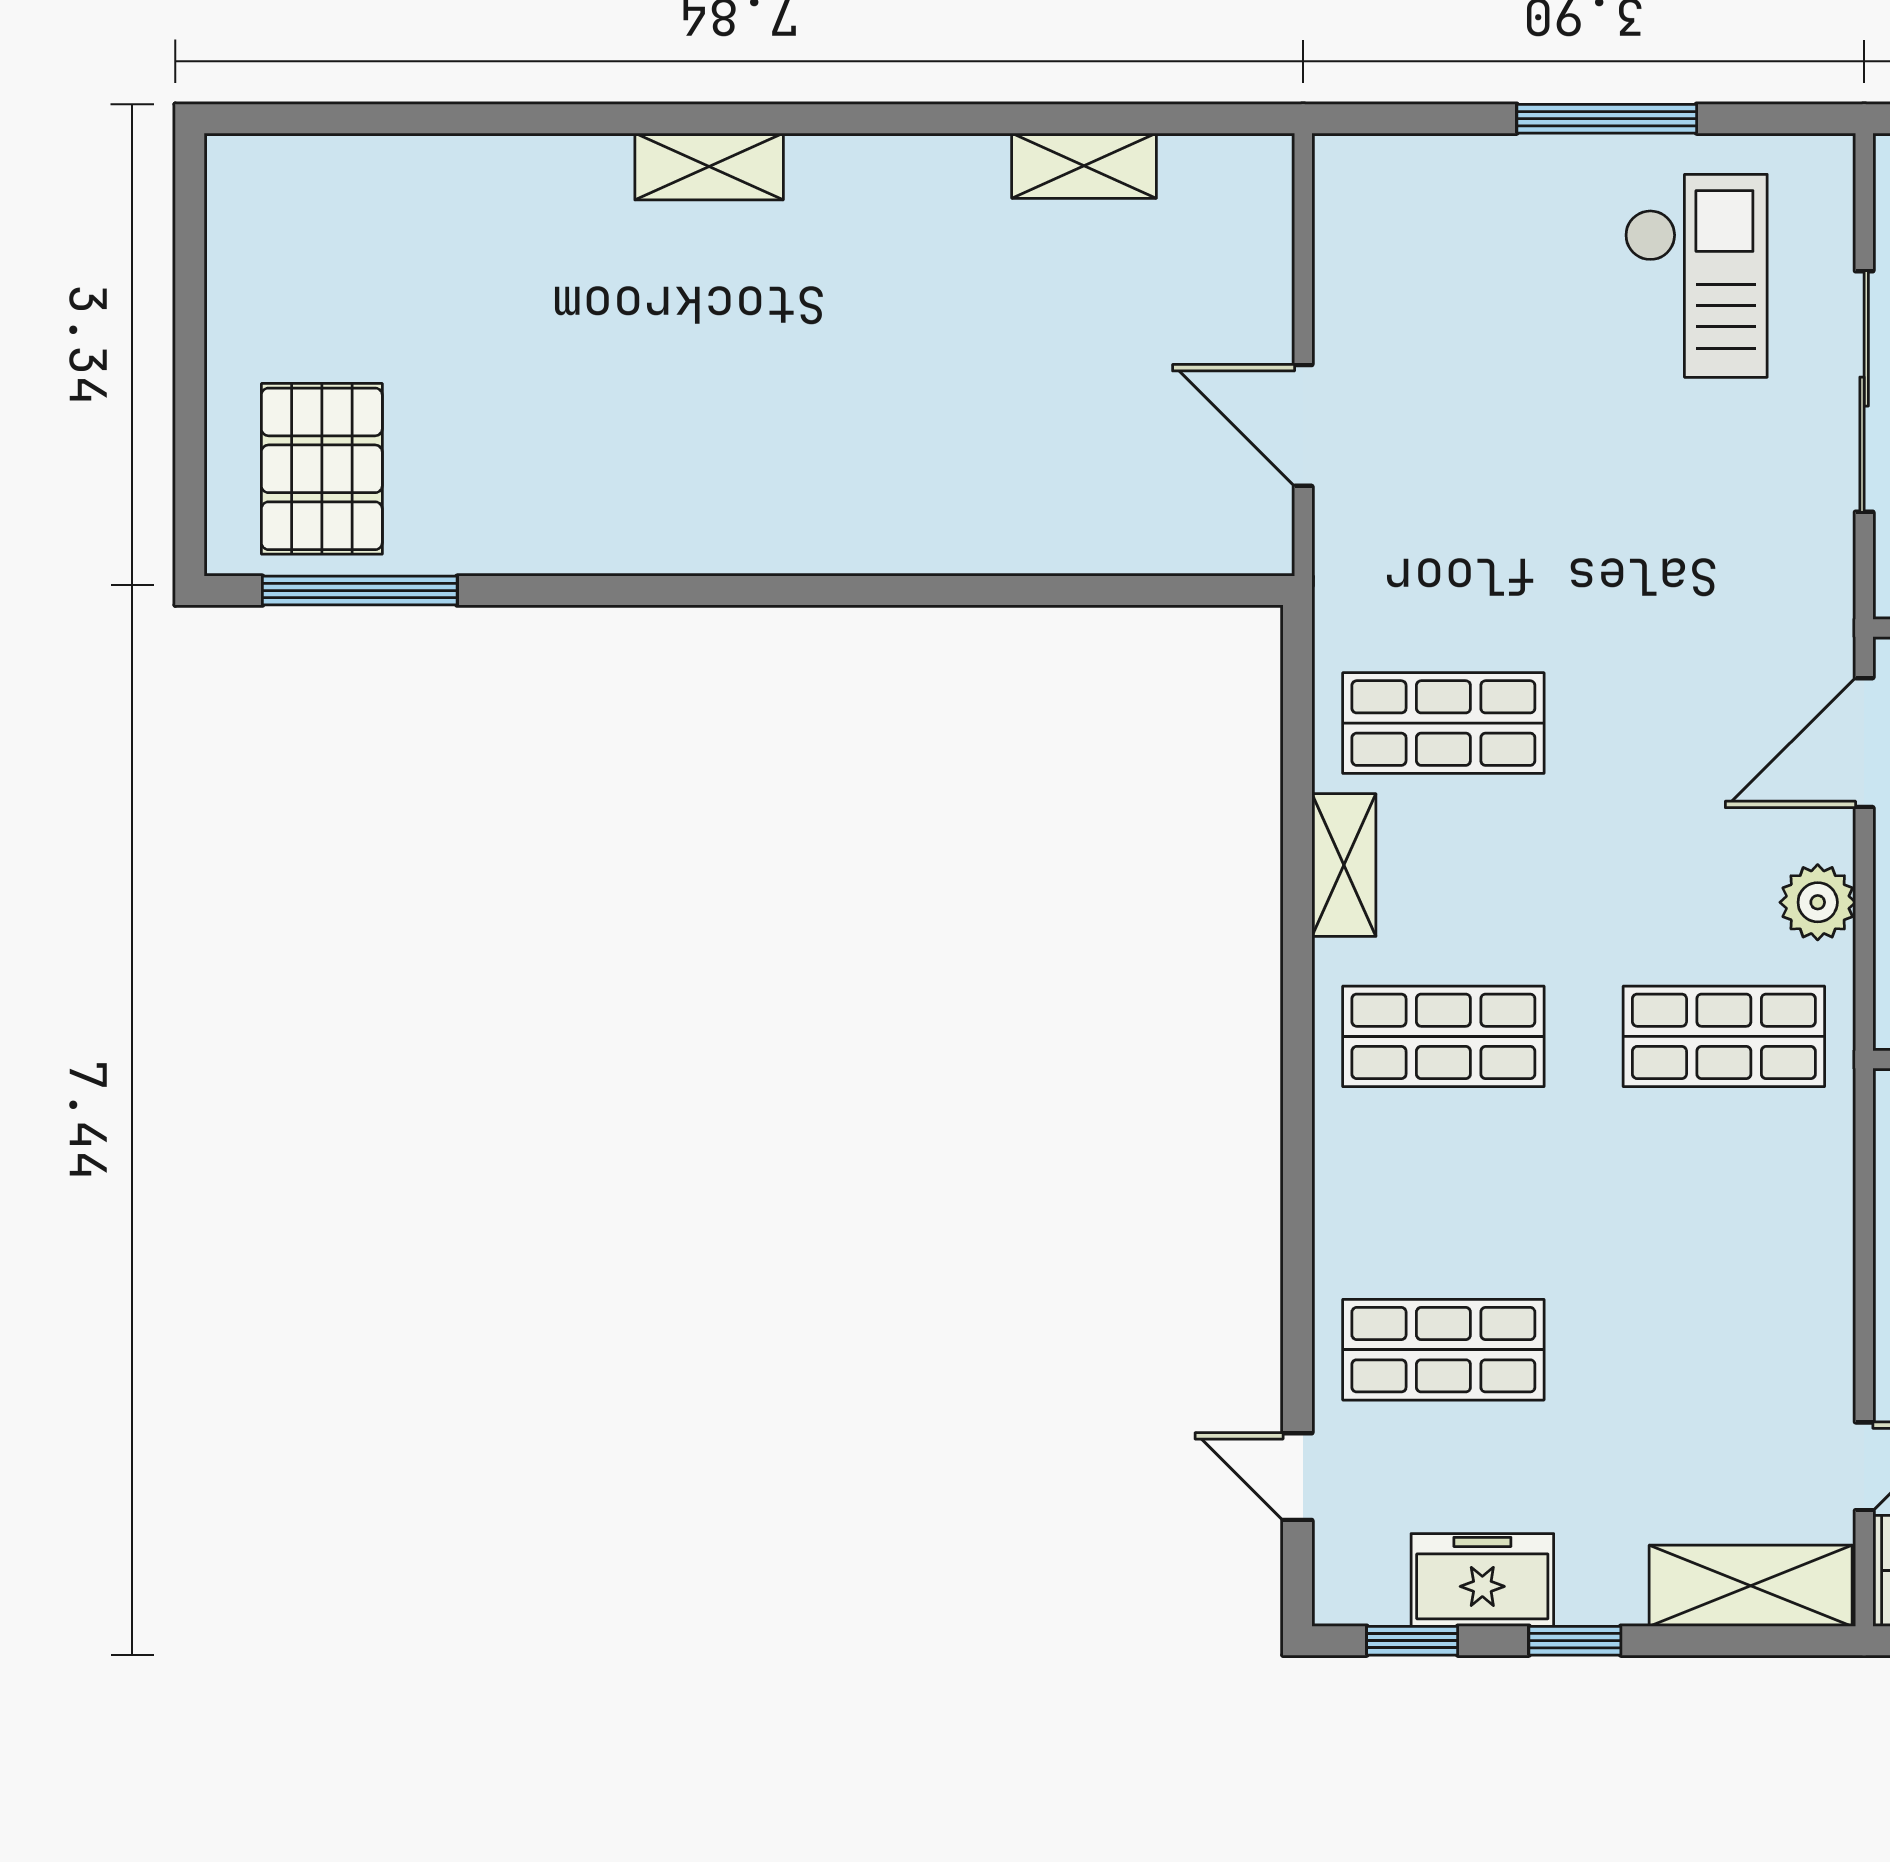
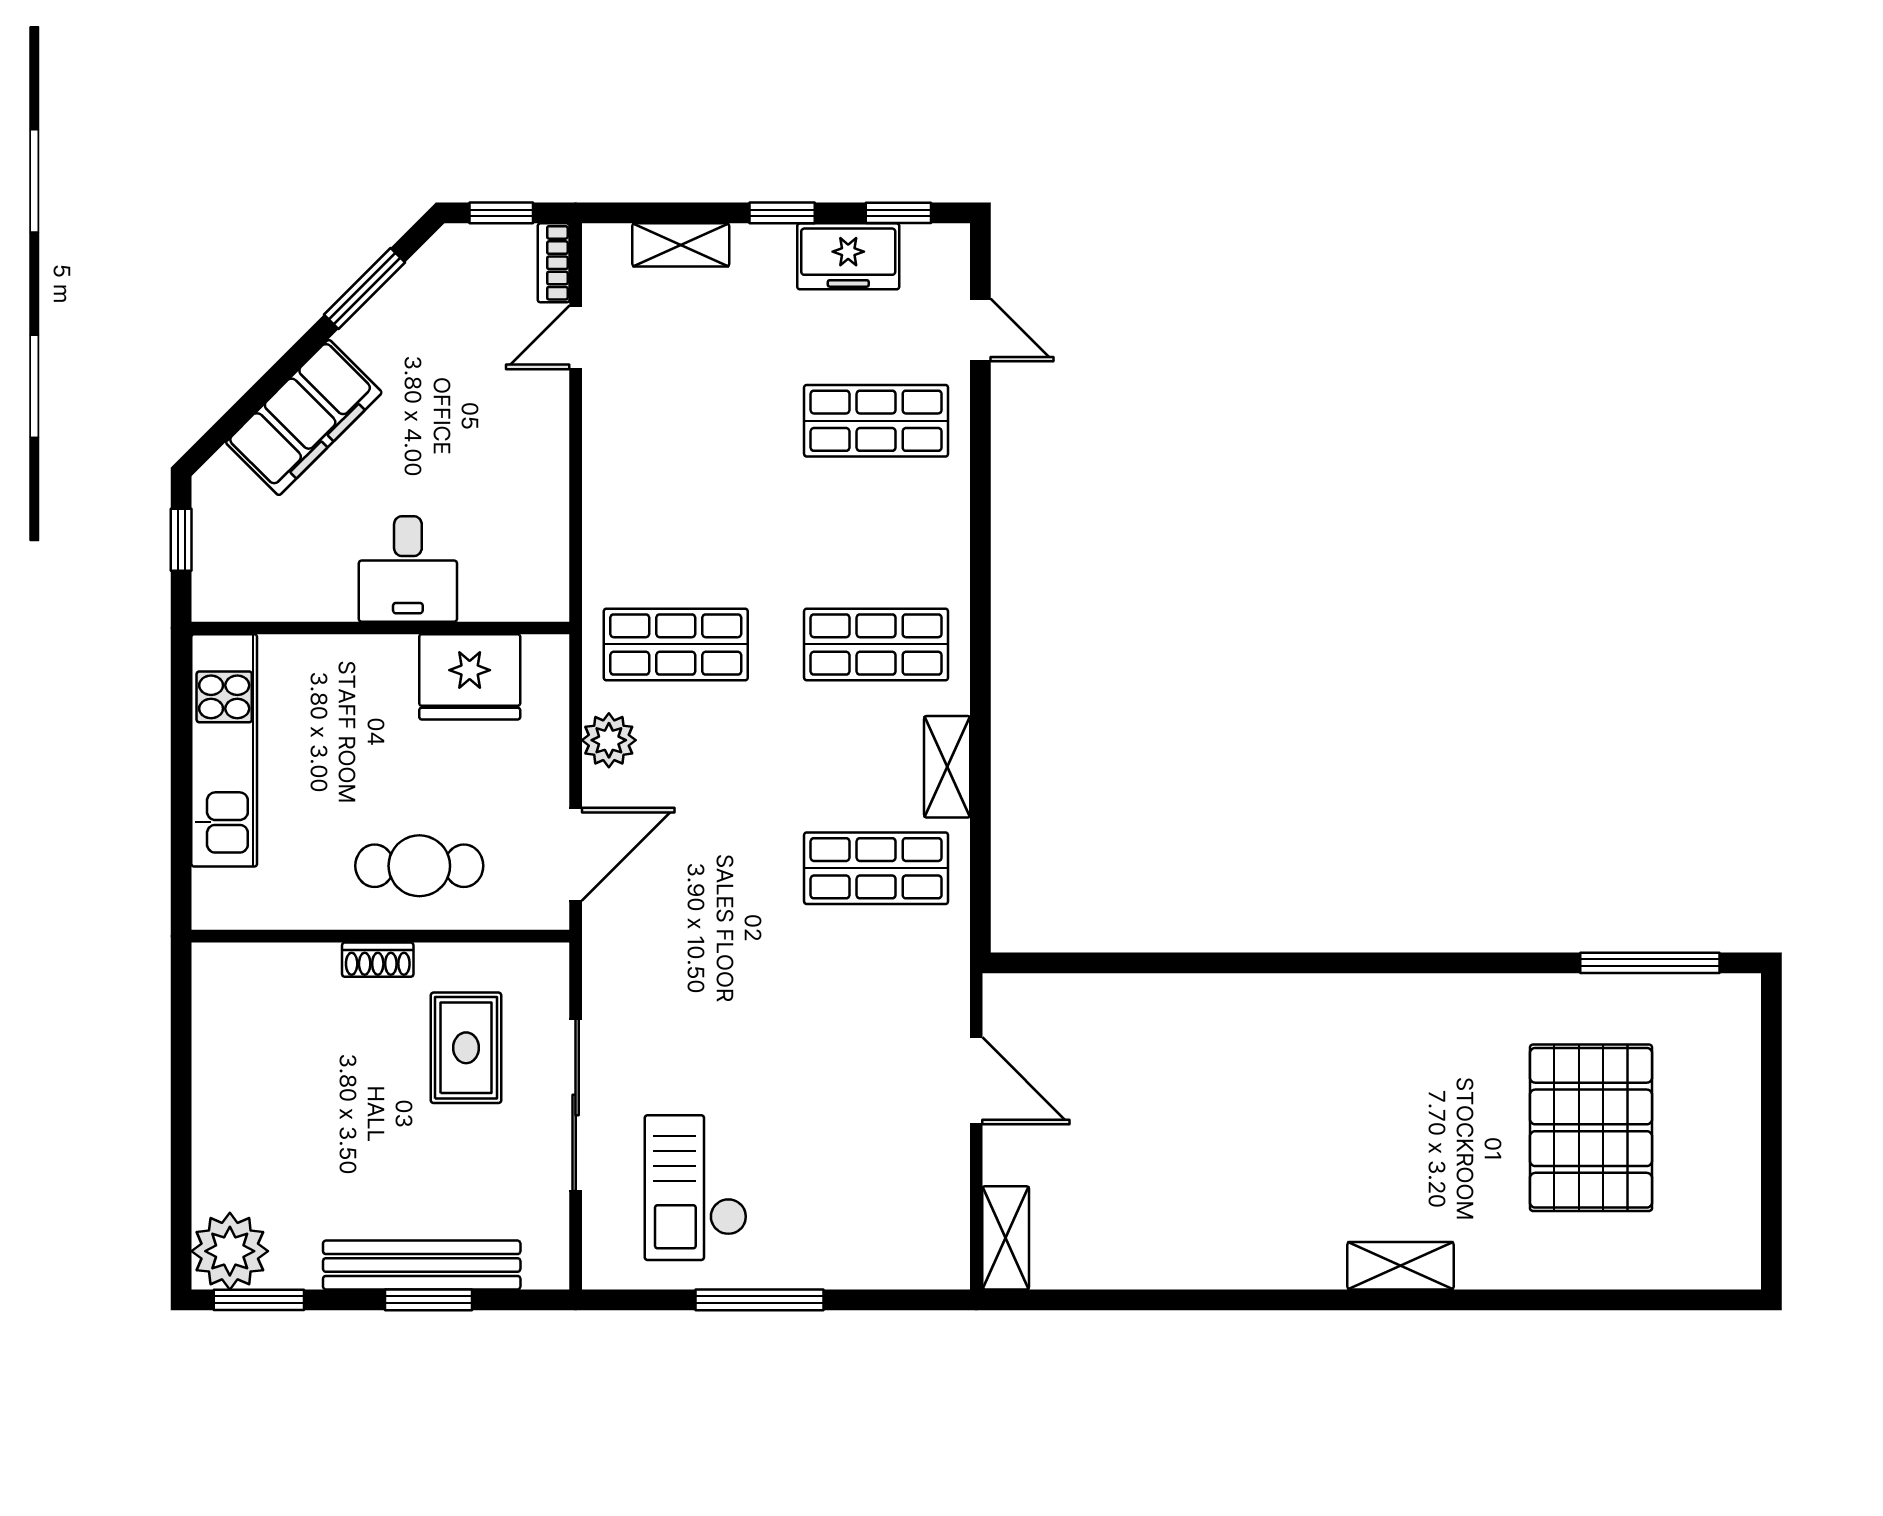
shelving: (1084, 166) -> (1006, 1238), moved, turned 90
pallet: (322, 469) -> (1591, 1128), moved, width x1.37, depth x1.41
shelving: (1751, 1586) -> (681, 245), width x0.67, depth x0.75

